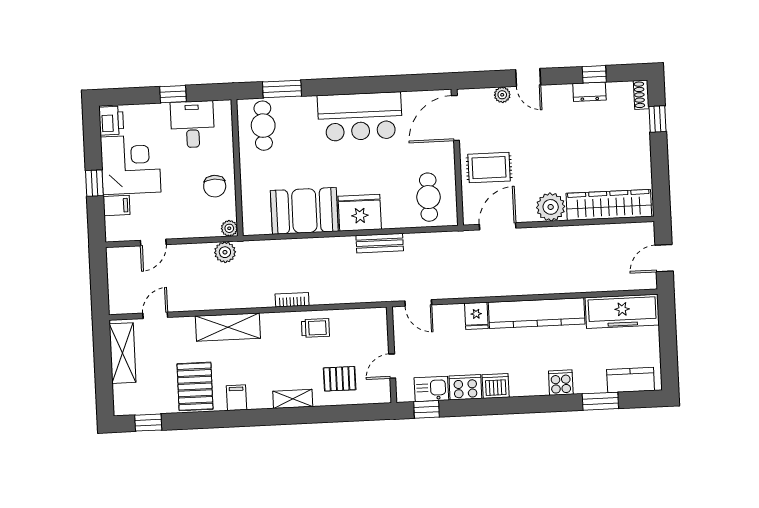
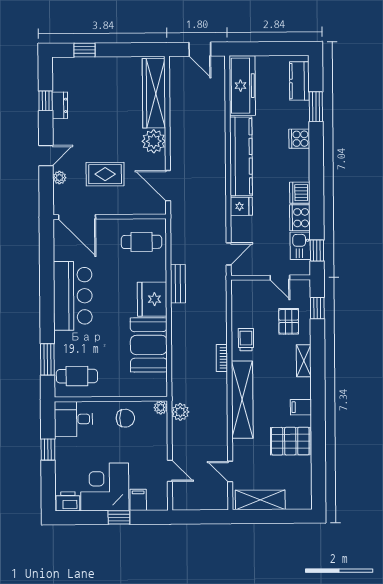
shoe rack: (641, 95) -> (64, 63), removed
desk: (192, 124) -> (73, 419), moved
rug: (489, 168) -> (105, 174), moved, turned 90
shelving: (228, 327) -> (242, 400), width x1.47
window: (148, 423) -> (317, 308), moved

